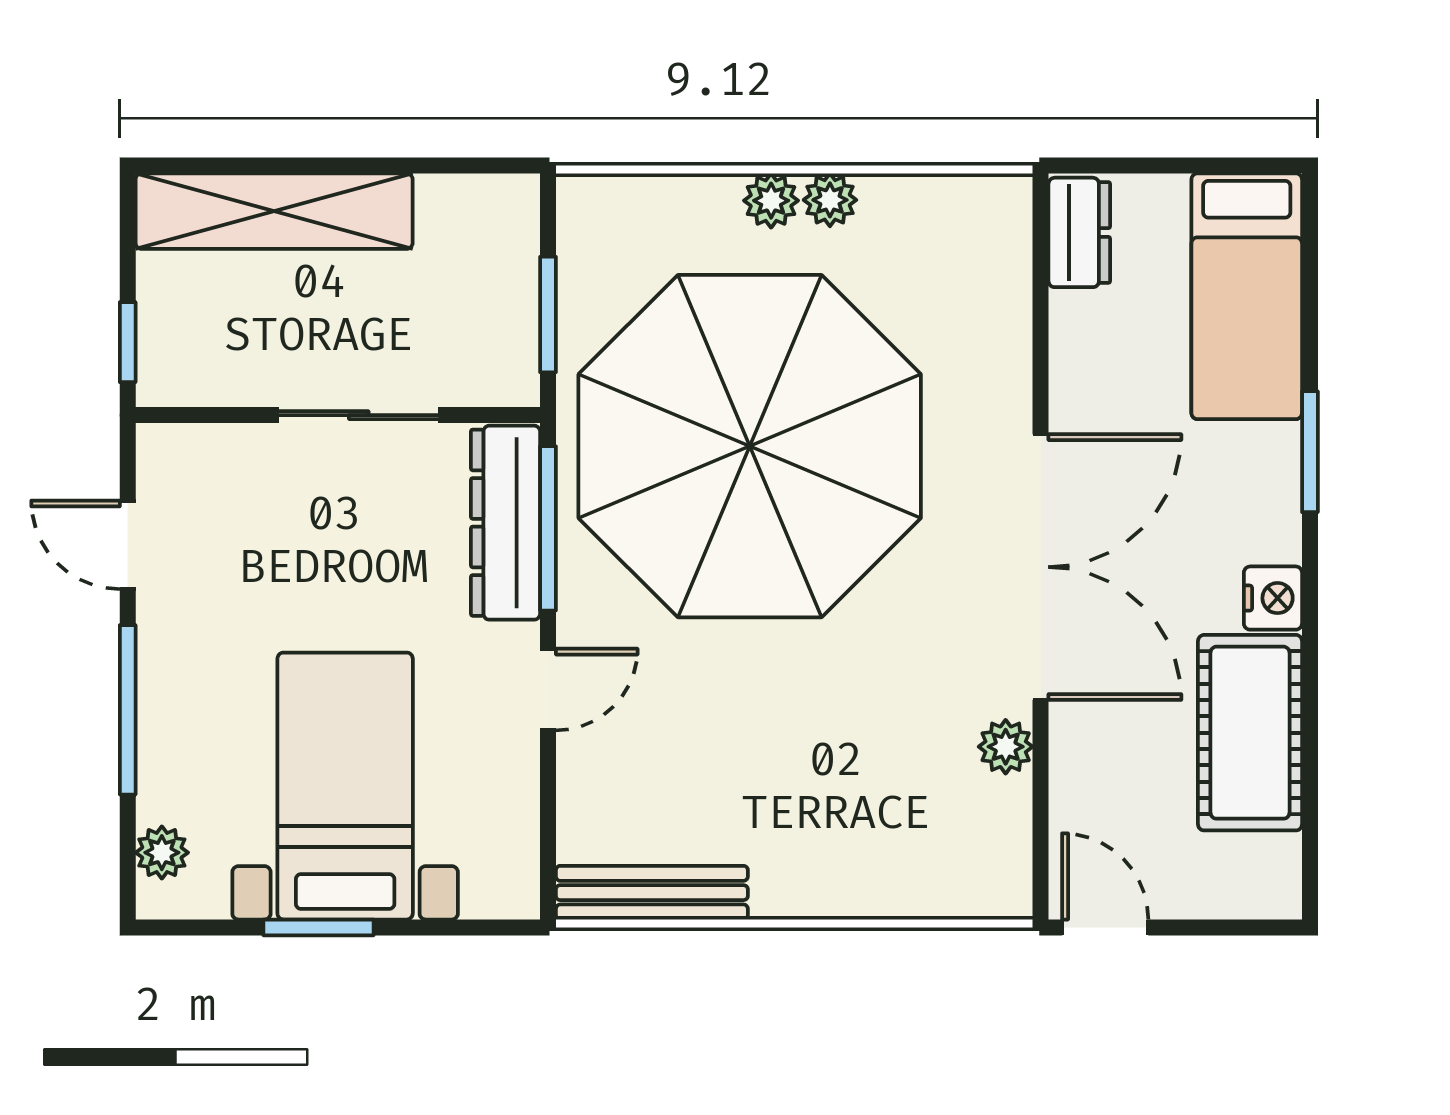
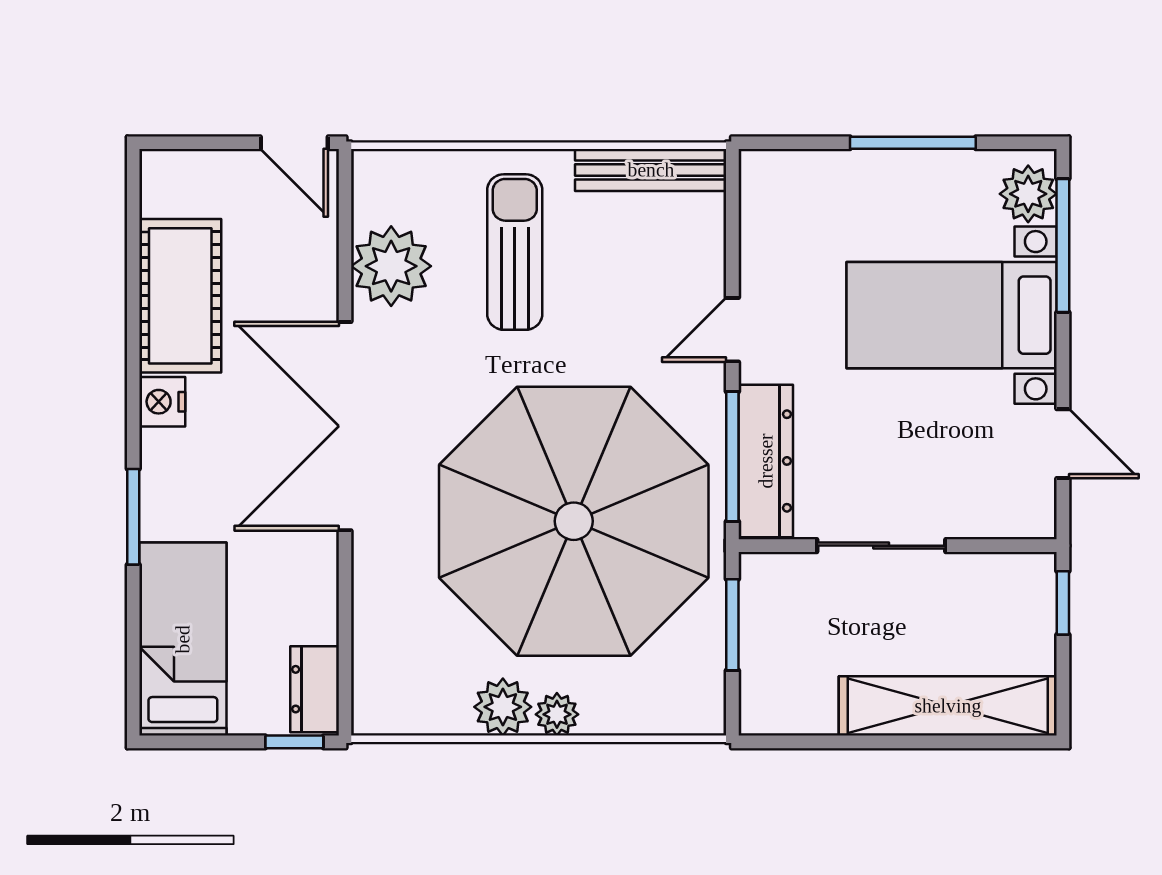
window: (1105, 166) -> (294, 742), added
plant: (830, 200) -> (503, 707), width x1.38, depth x1.38
window: (128, 710) -> (1063, 246), moved
plant: (1006, 747) -> (391, 266), width x1.88, depth x1.88
bed with nightstands: (345, 786) -> (952, 315), moved, turned 90
sun lounger: (825, 788) -> (515, 252), added
plant: (162, 853) -> (1028, 194), width x1.38, depth x1.38
window: (318, 927) -> (913, 143), width x1.44

